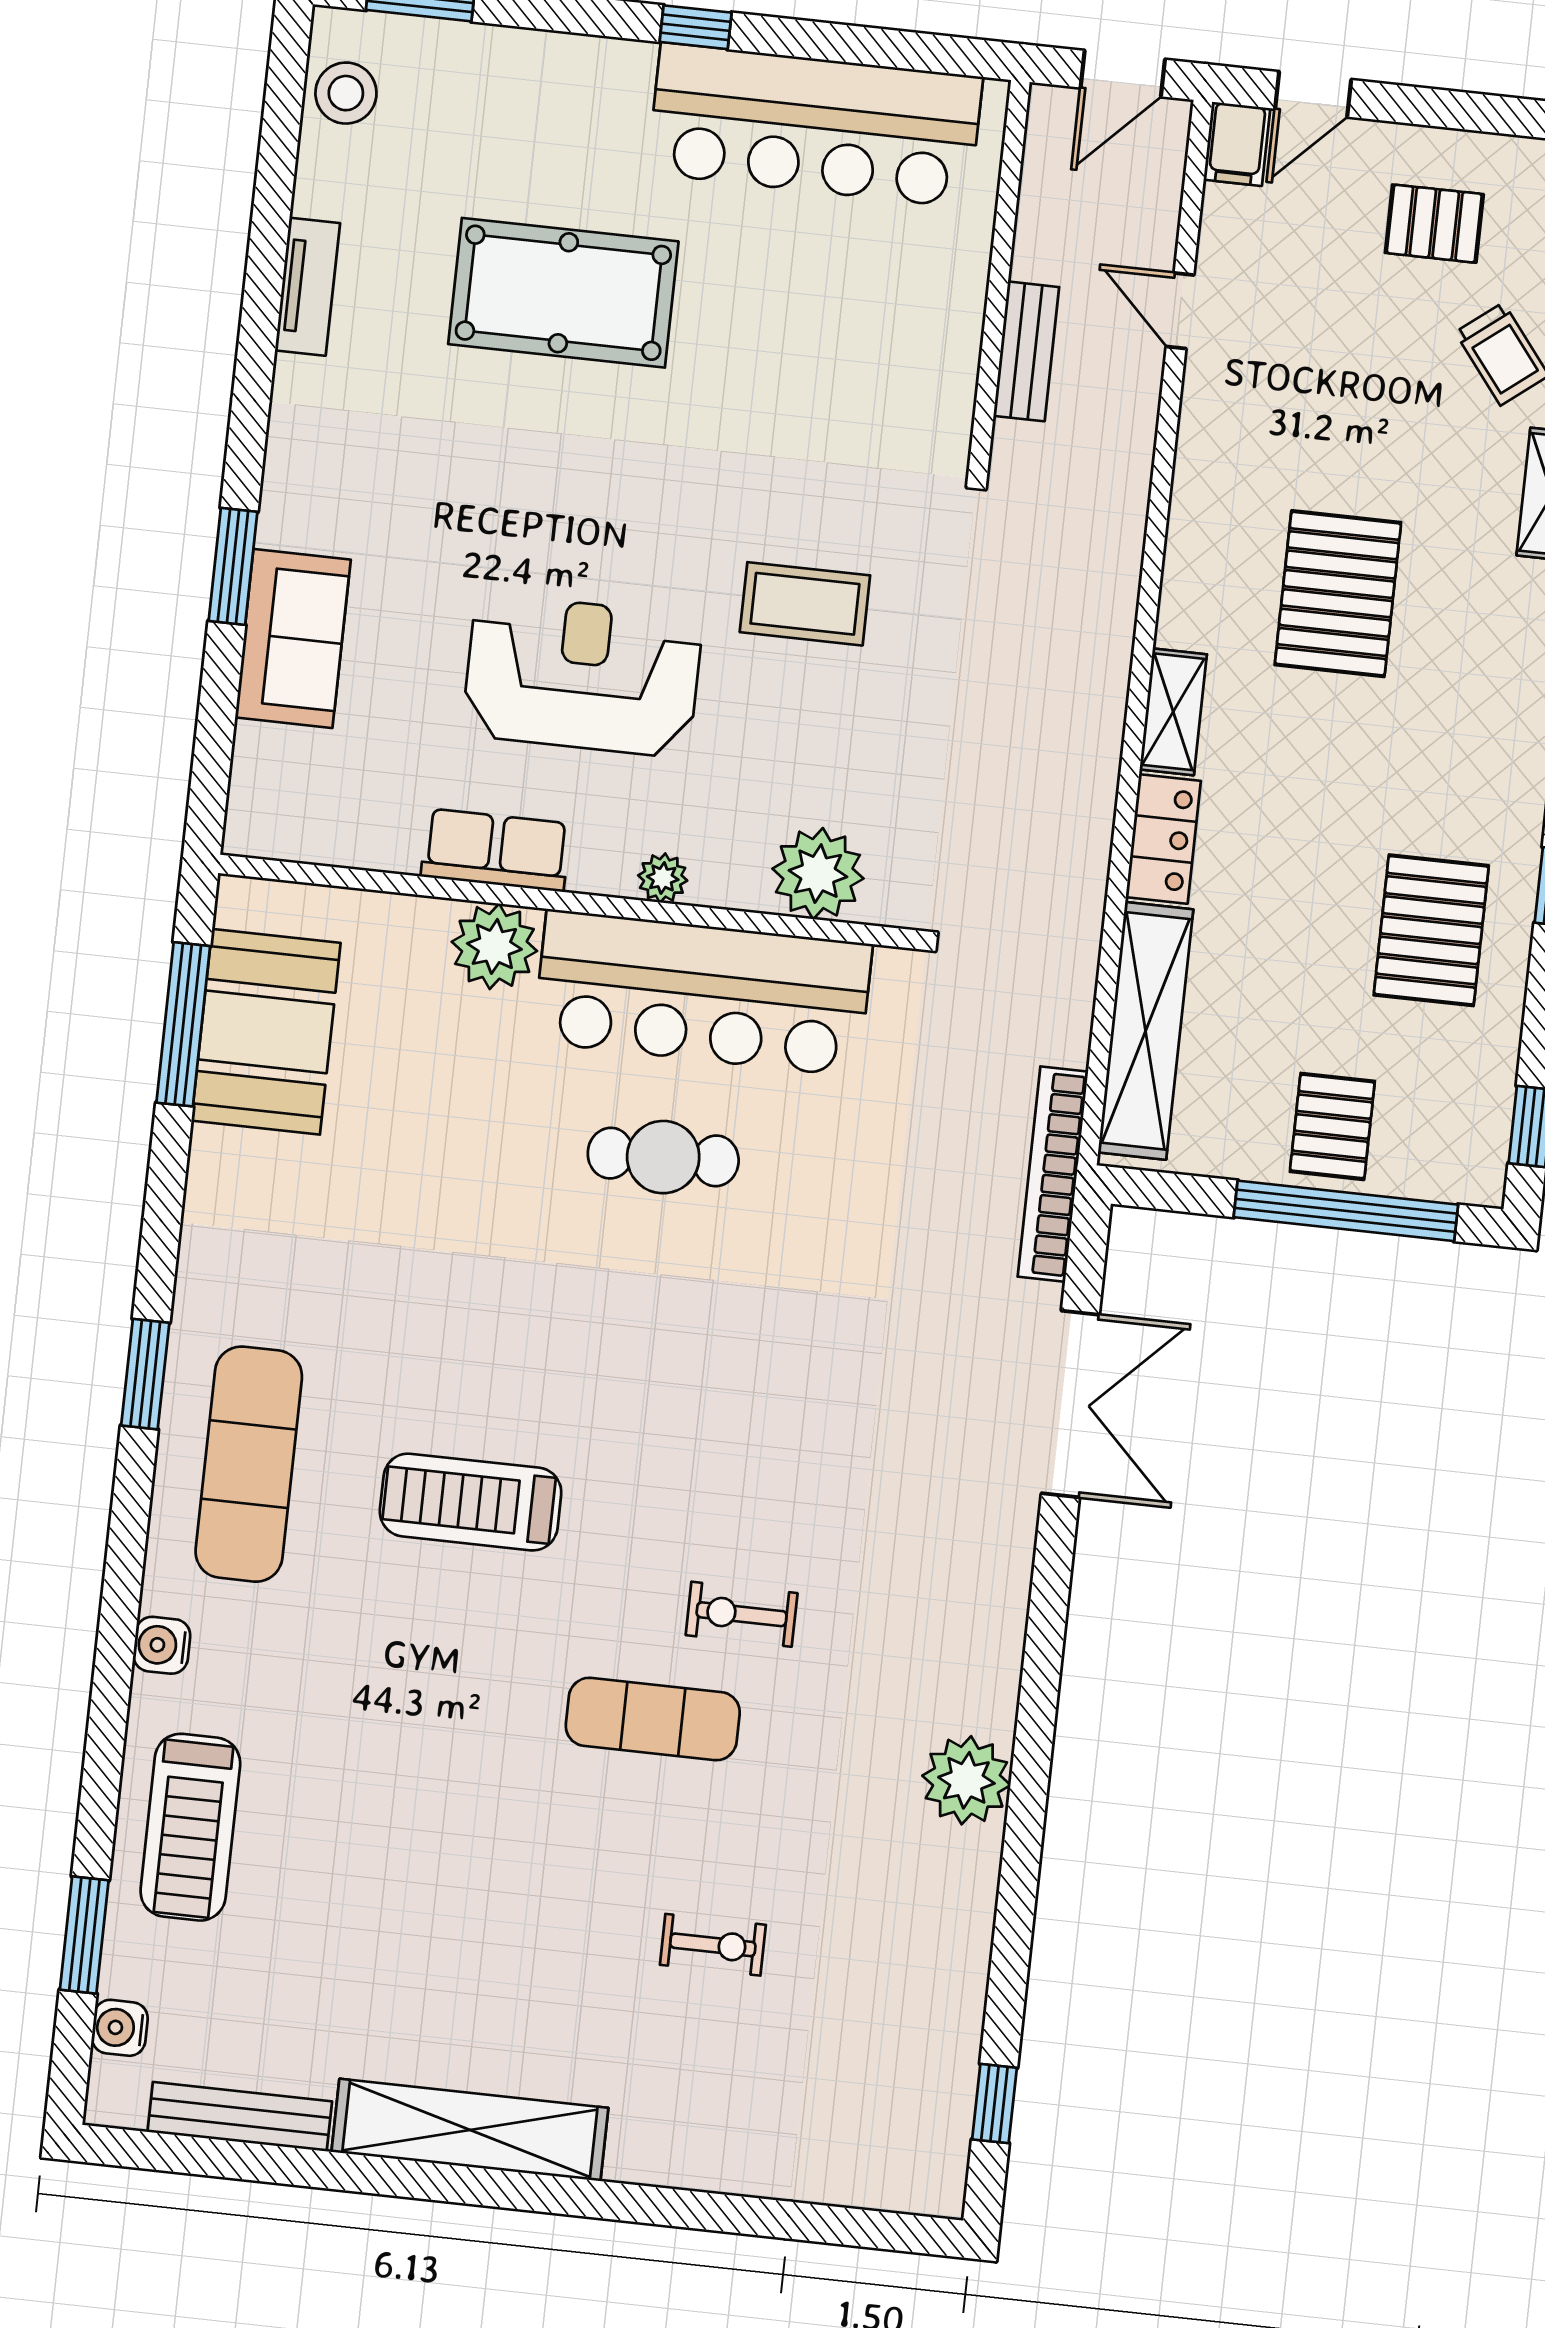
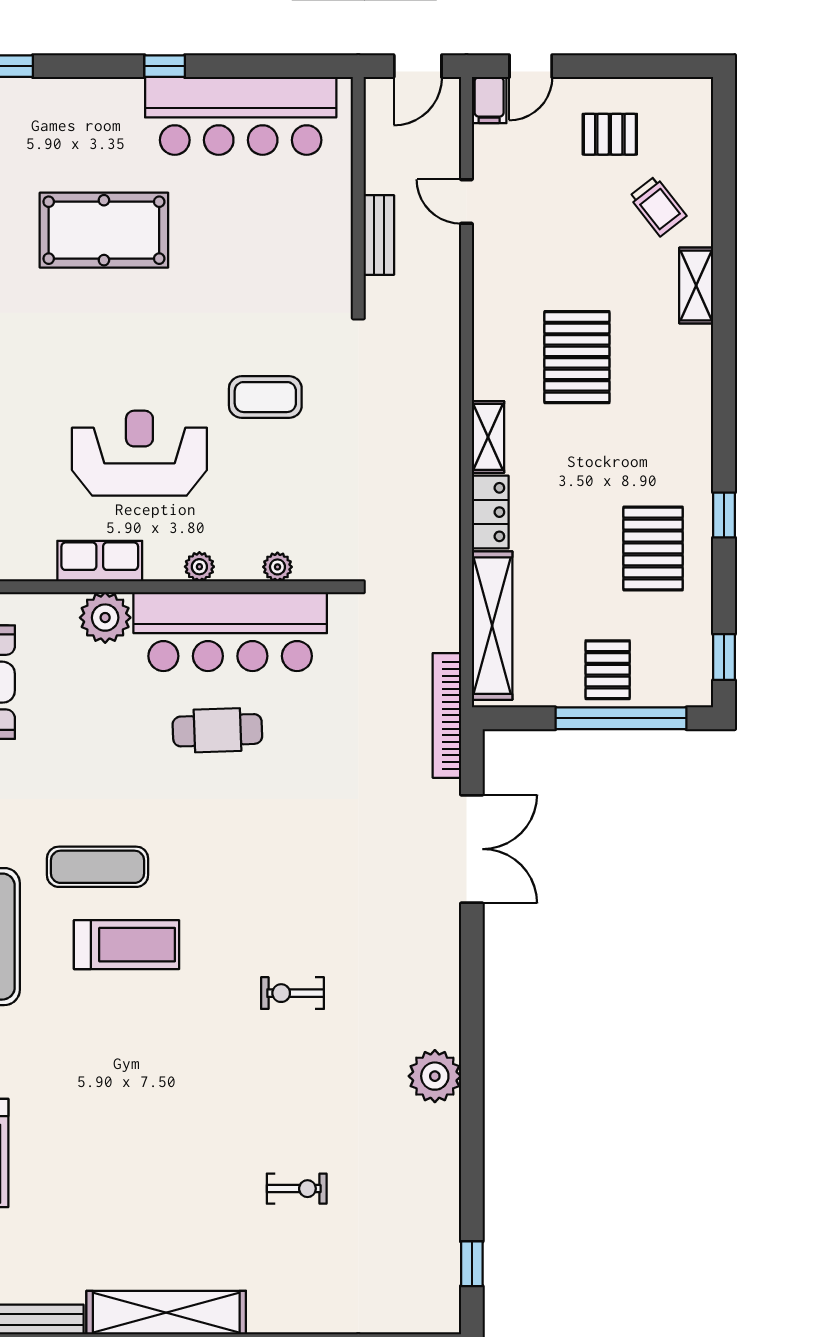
plant: (818, 874) -> (277, 567), width x0.53, depth x0.53
treadmill: (471, 1502) -> (127, 945), turned 180
exercise mat: (653, 1719) -> (98, 867), moved

